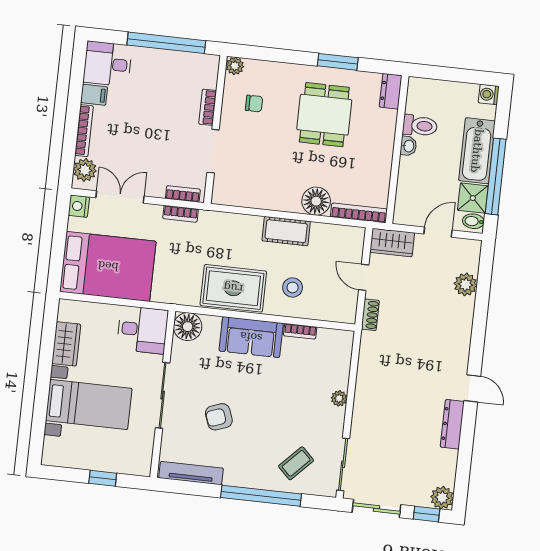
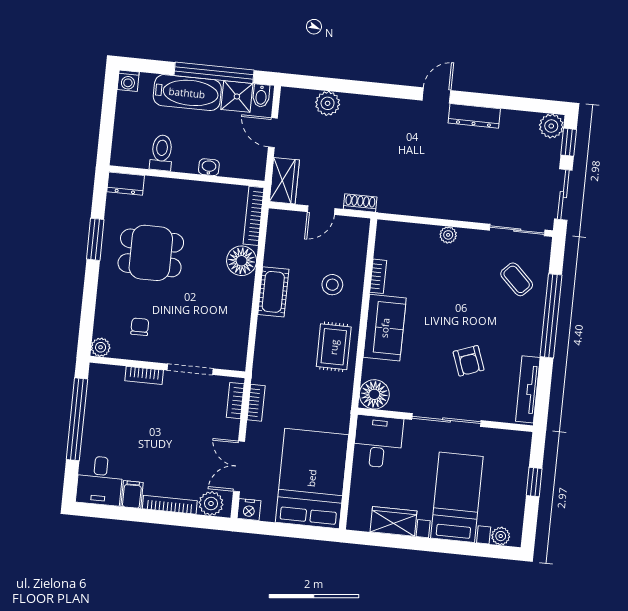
washbasin: (408, 146) -> (209, 167), moved
rug: (233, 288) -> (334, 347), width x0.73, depth x0.70
plant: (51, 446) -> (501, 536), added

